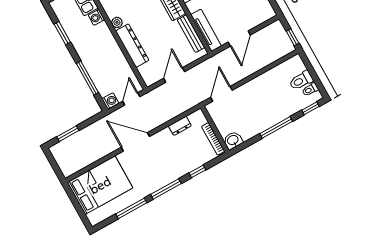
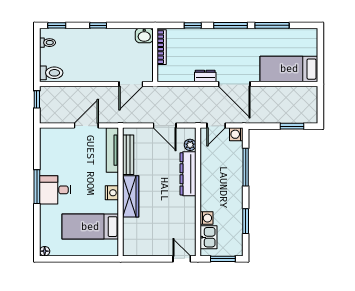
plant: (117, 22) -> (190, 145), moved
door: (174, 75) -> (165, 126), hinge flipped
toilet: (301, 80) -> (51, 73), moved
dresser: (180, 126) -> (205, 76), moved
window: (276, 127) -> (98, 25), width x0.46
bed: (100, 185) -> (289, 69), width x0.67

